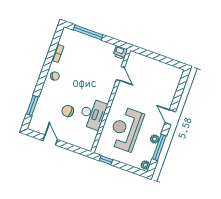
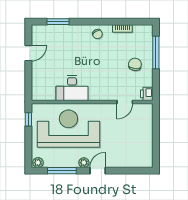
chair: (68, 111) -> (135, 64), moved
reception desk: (126, 129) -> (68, 129), width x1.36, depth x1.30
plant: (155, 139) -> (84, 163), moved

